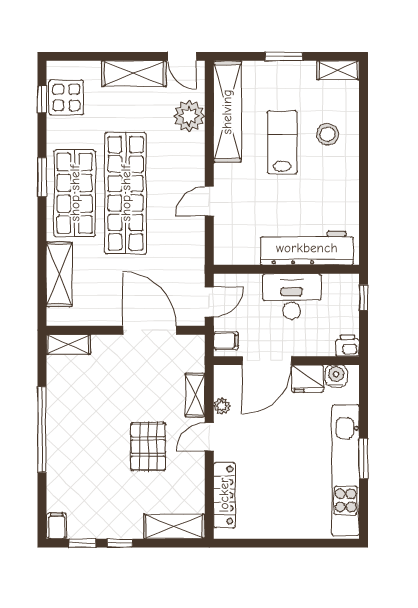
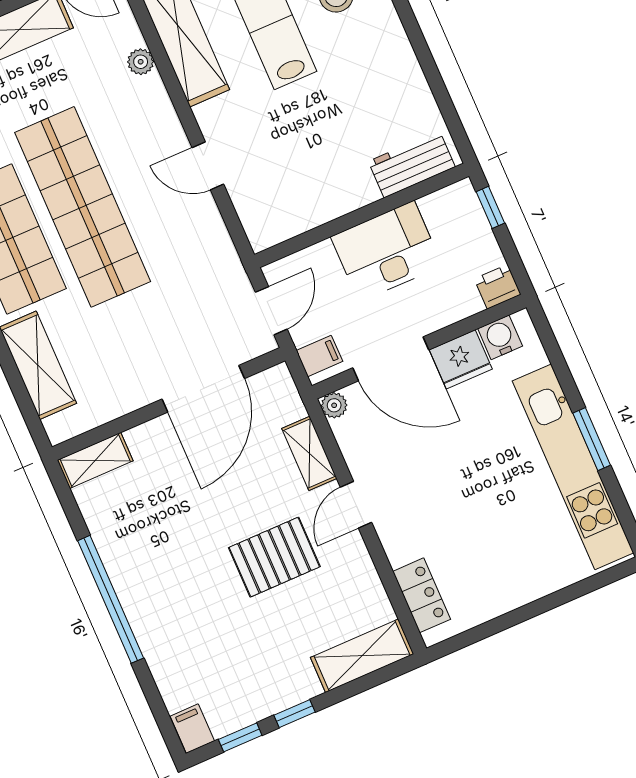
plant: (189, 116) -> (141, 62), width x0.53, depth x0.53
door: (209, 201) -> (208, 166), hinge flipped
workbench: (307, 248) -> (412, 164), width x0.53, depth x0.76
door: (150, 330) -> (203, 389), swing flipped
door: (267, 361) -> (391, 359), hinge flipped
plant: (222, 406) -> (334, 405), moved
pallet: (148, 447) -> (274, 557), turned 90
locker: (224, 495) -> (422, 595), width x0.66

